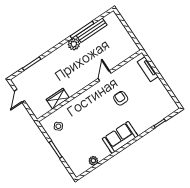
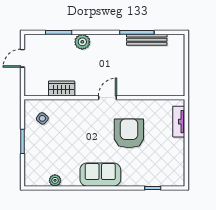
plant: (74, 44) -> (82, 42), moved
door: (105, 76) -> (107, 98), moved
armchair: (121, 98) -> (129, 133), width x1.88, depth x1.88

